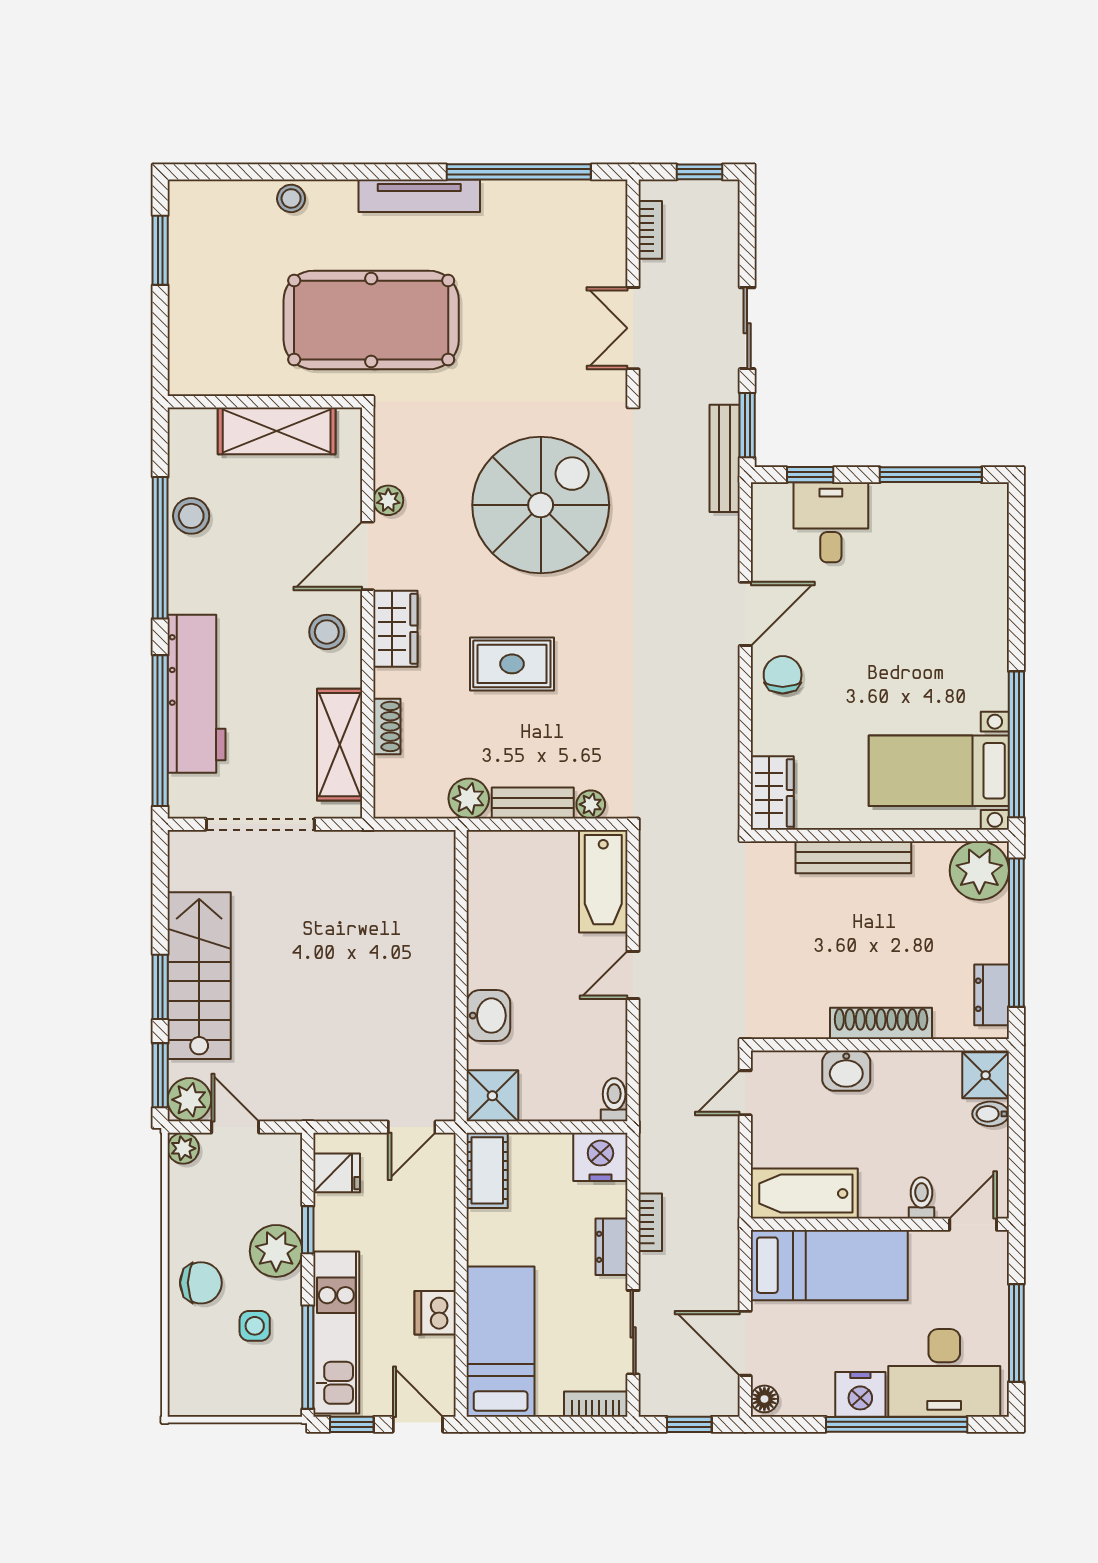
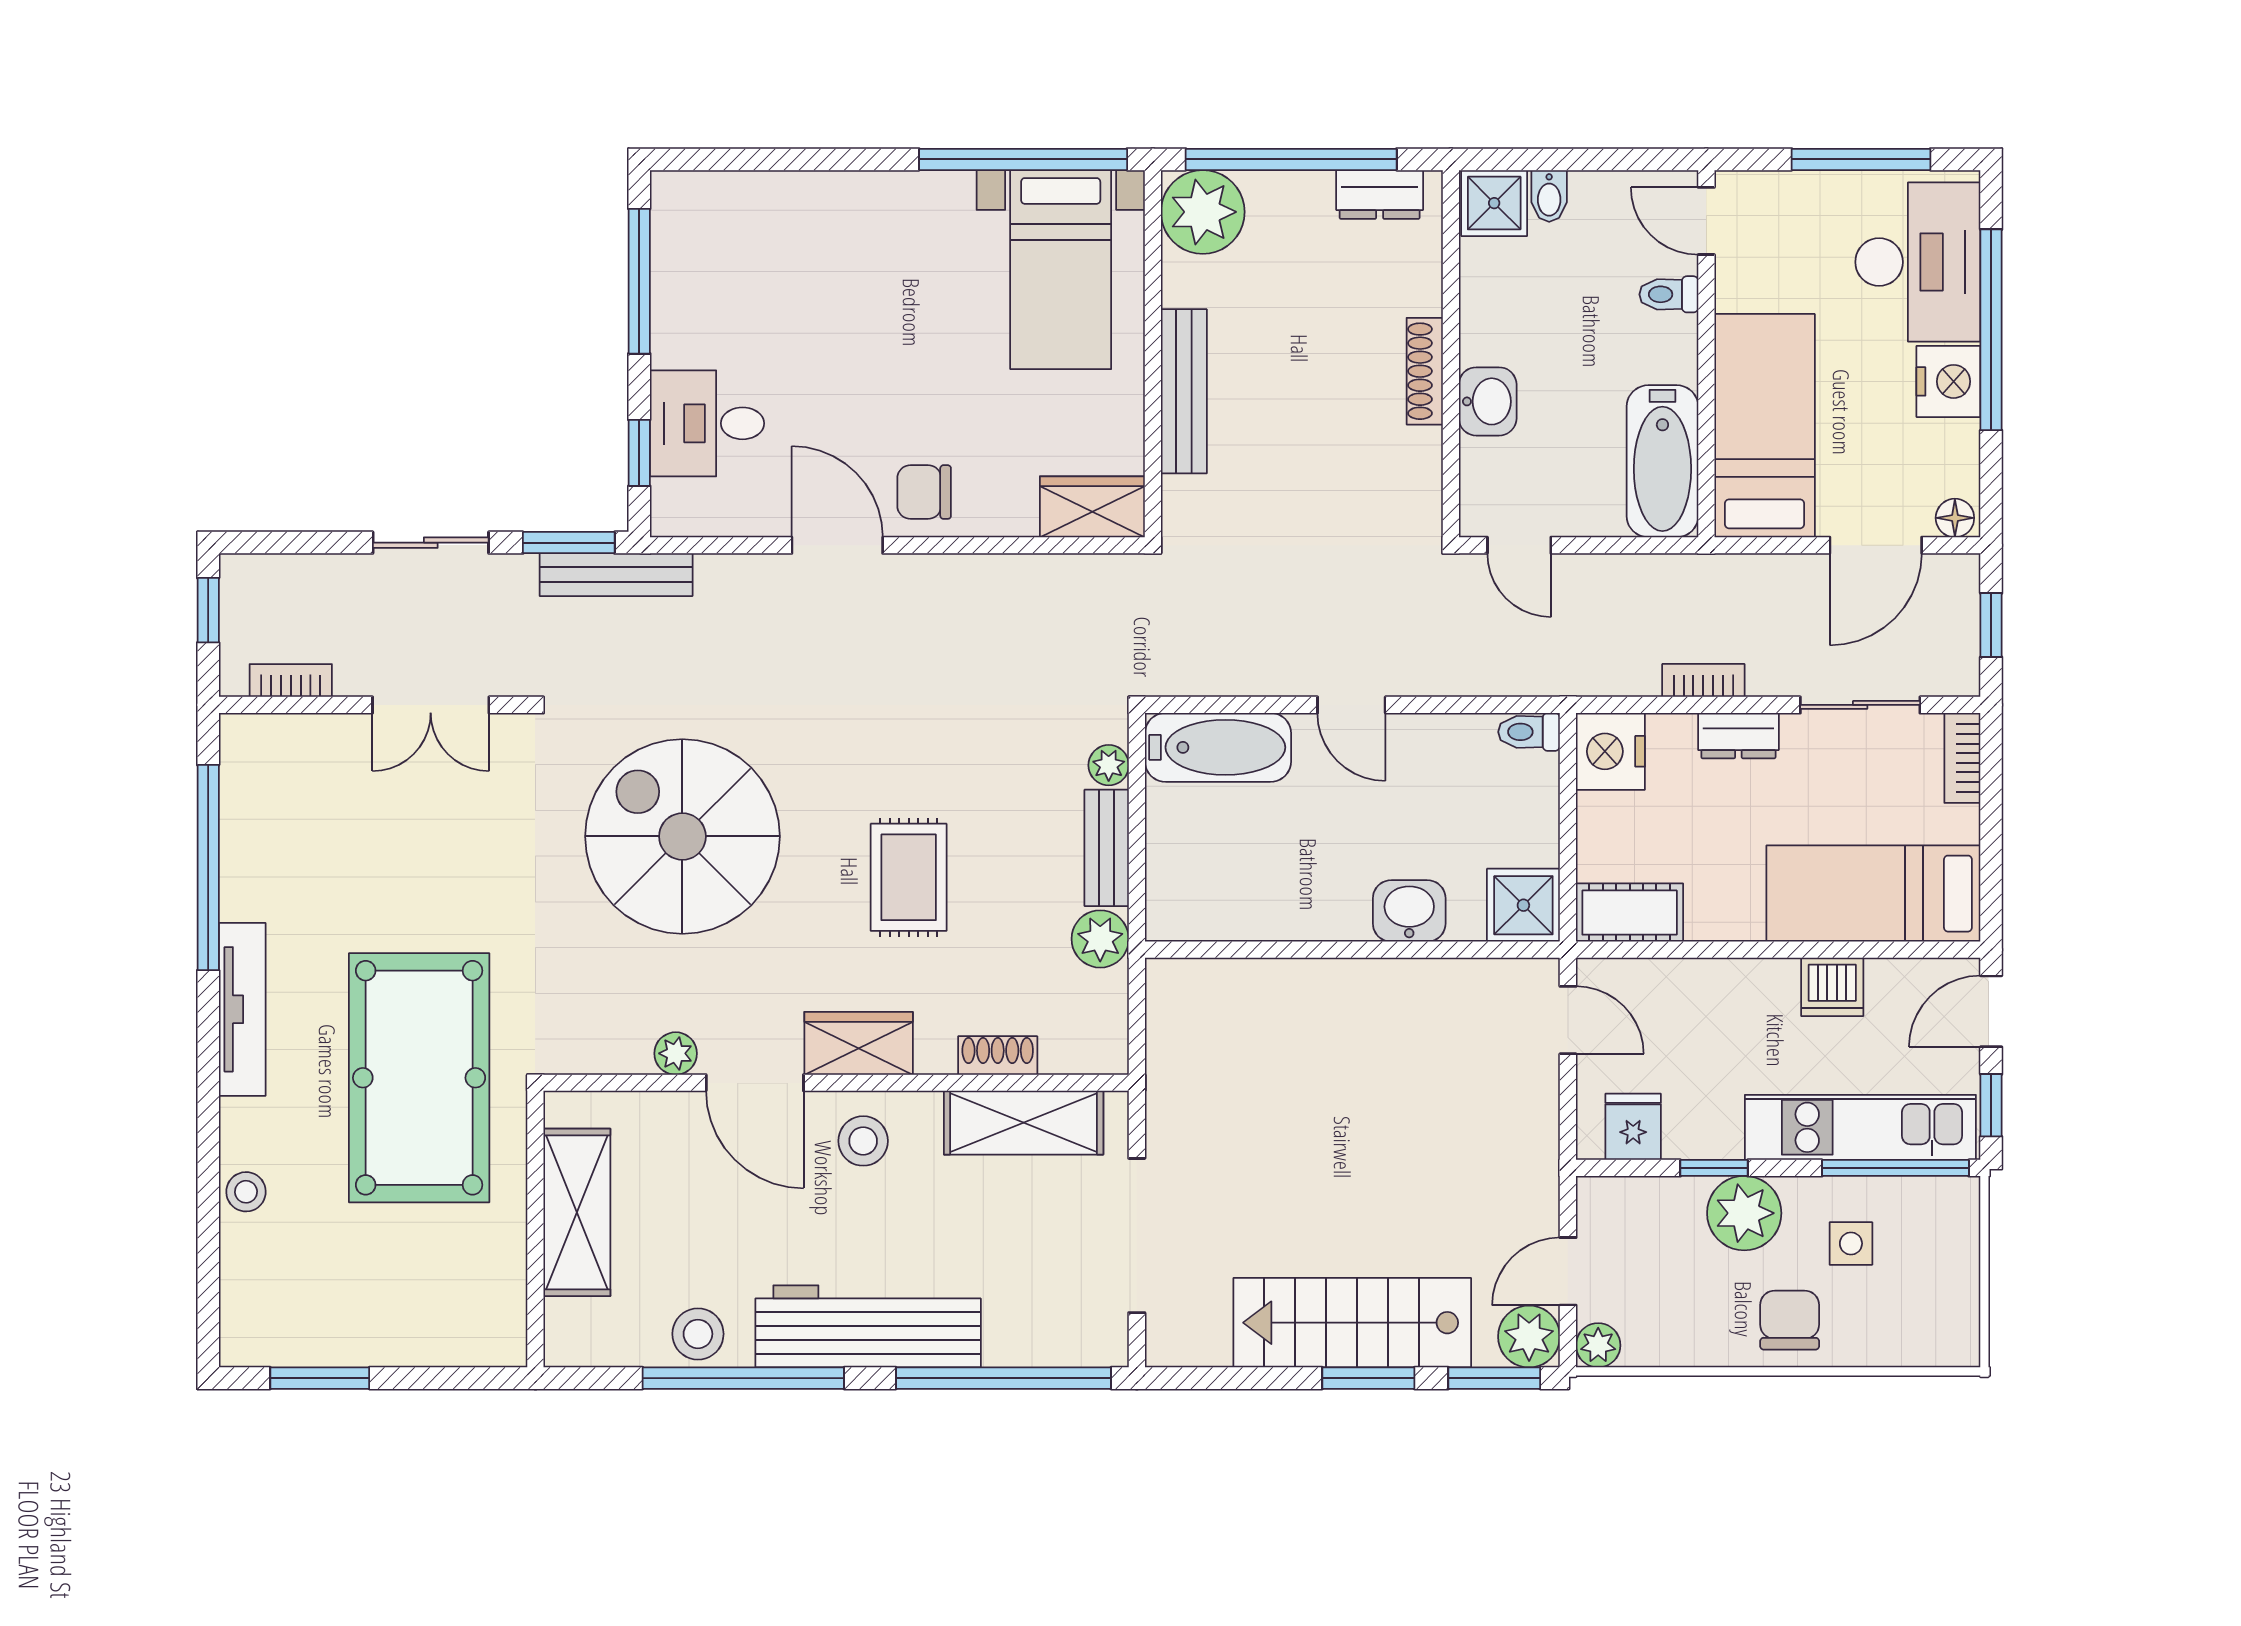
workbench: (197, 694) -> (868, 1326), moved
shoe rack: (881, 1023) -> (1425, 371), width x0.74, depth x0.81

